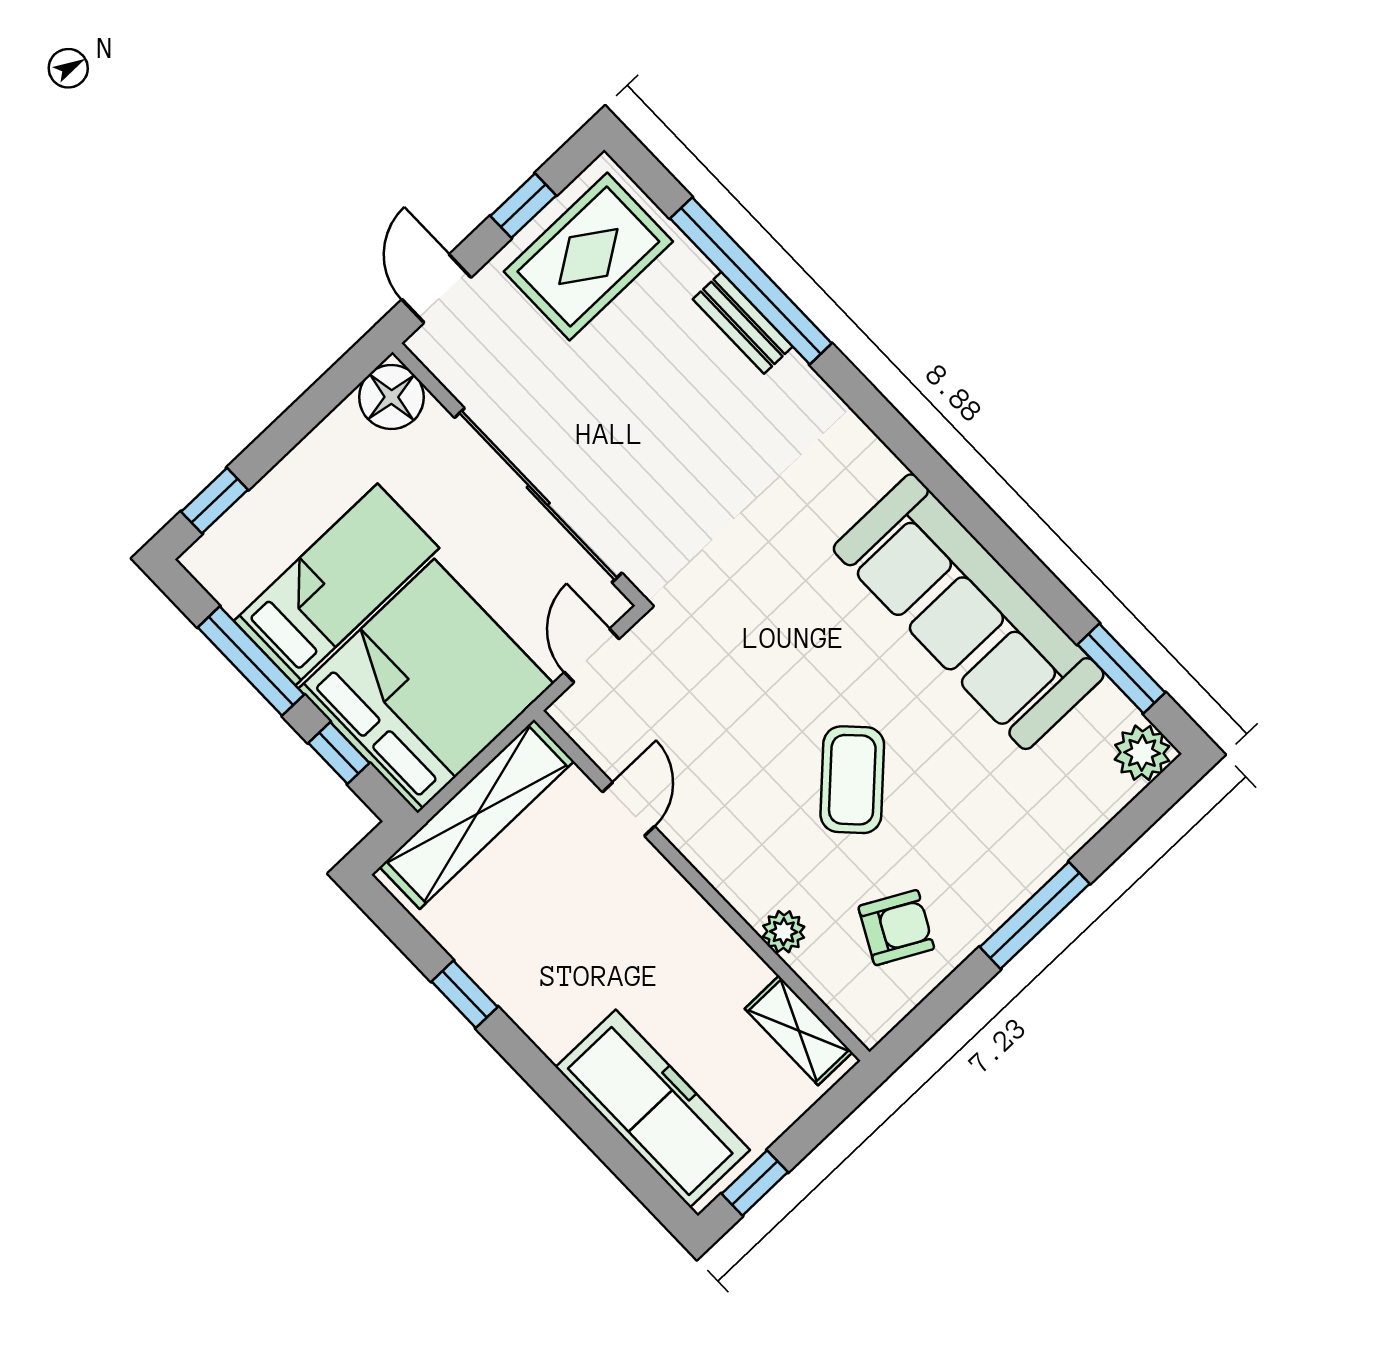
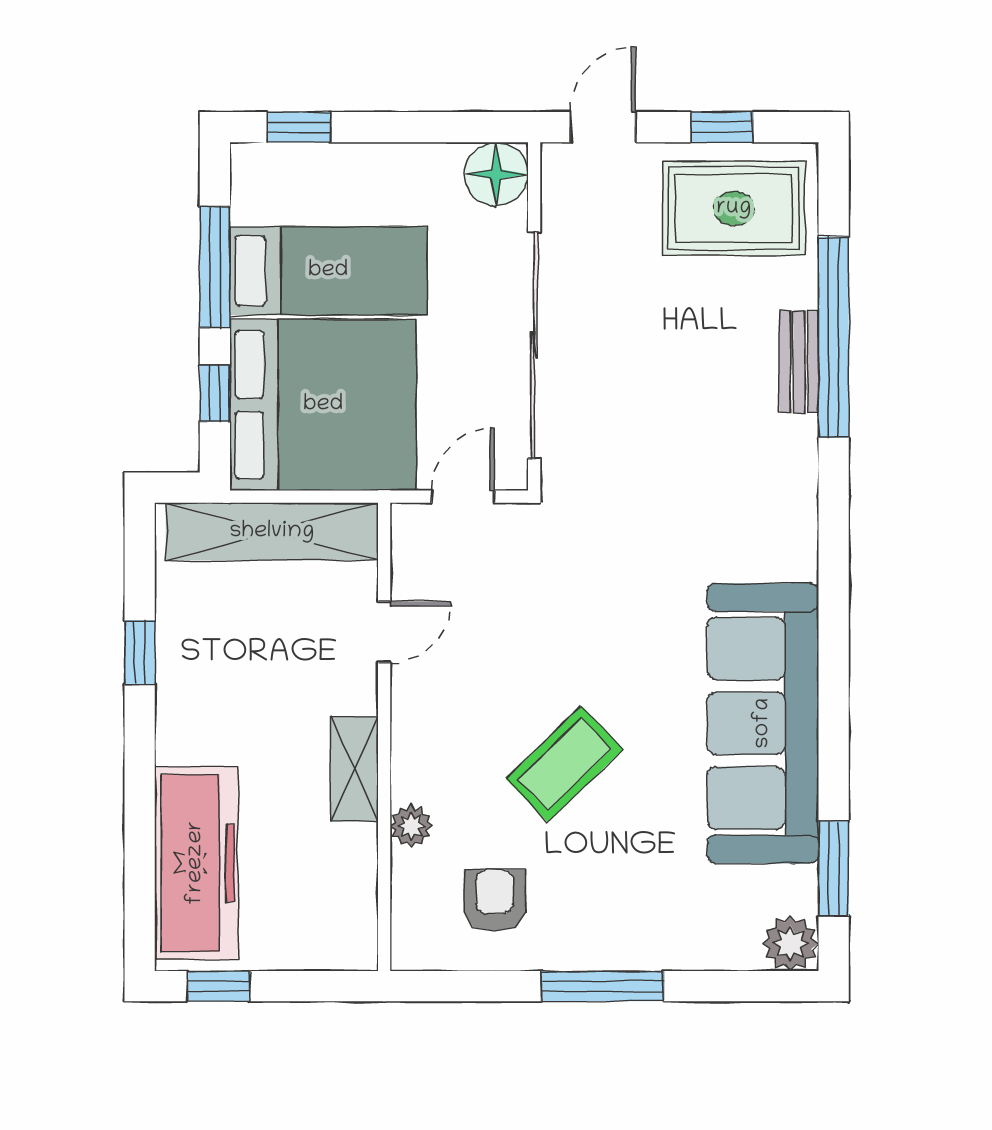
armchair: (896, 928) -> (495, 900), turned -118
shelving: (799, 1030) -> (354, 769), moved

